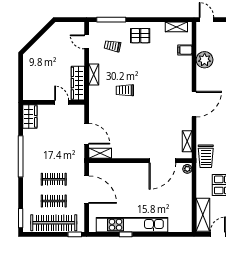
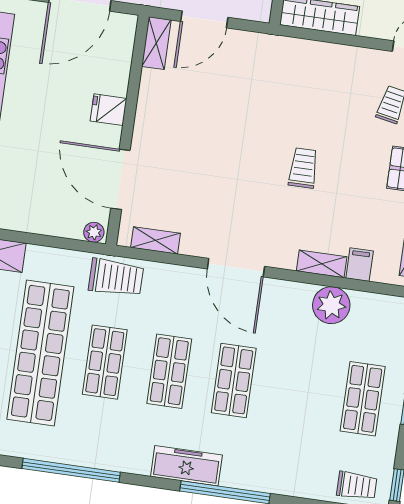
shelving: (94, 74) -> (322, 264), moved
trolley: (125, 90) -> (303, 168), moved
trolley: (206, 156) -> (116, 278), turned 180
fridge: (132, 170) -> (109, 110), added

